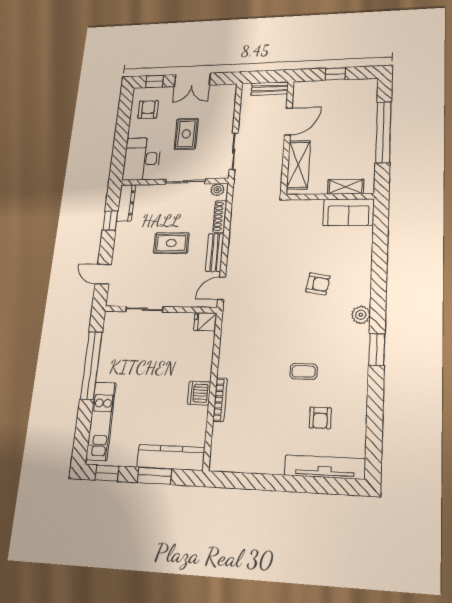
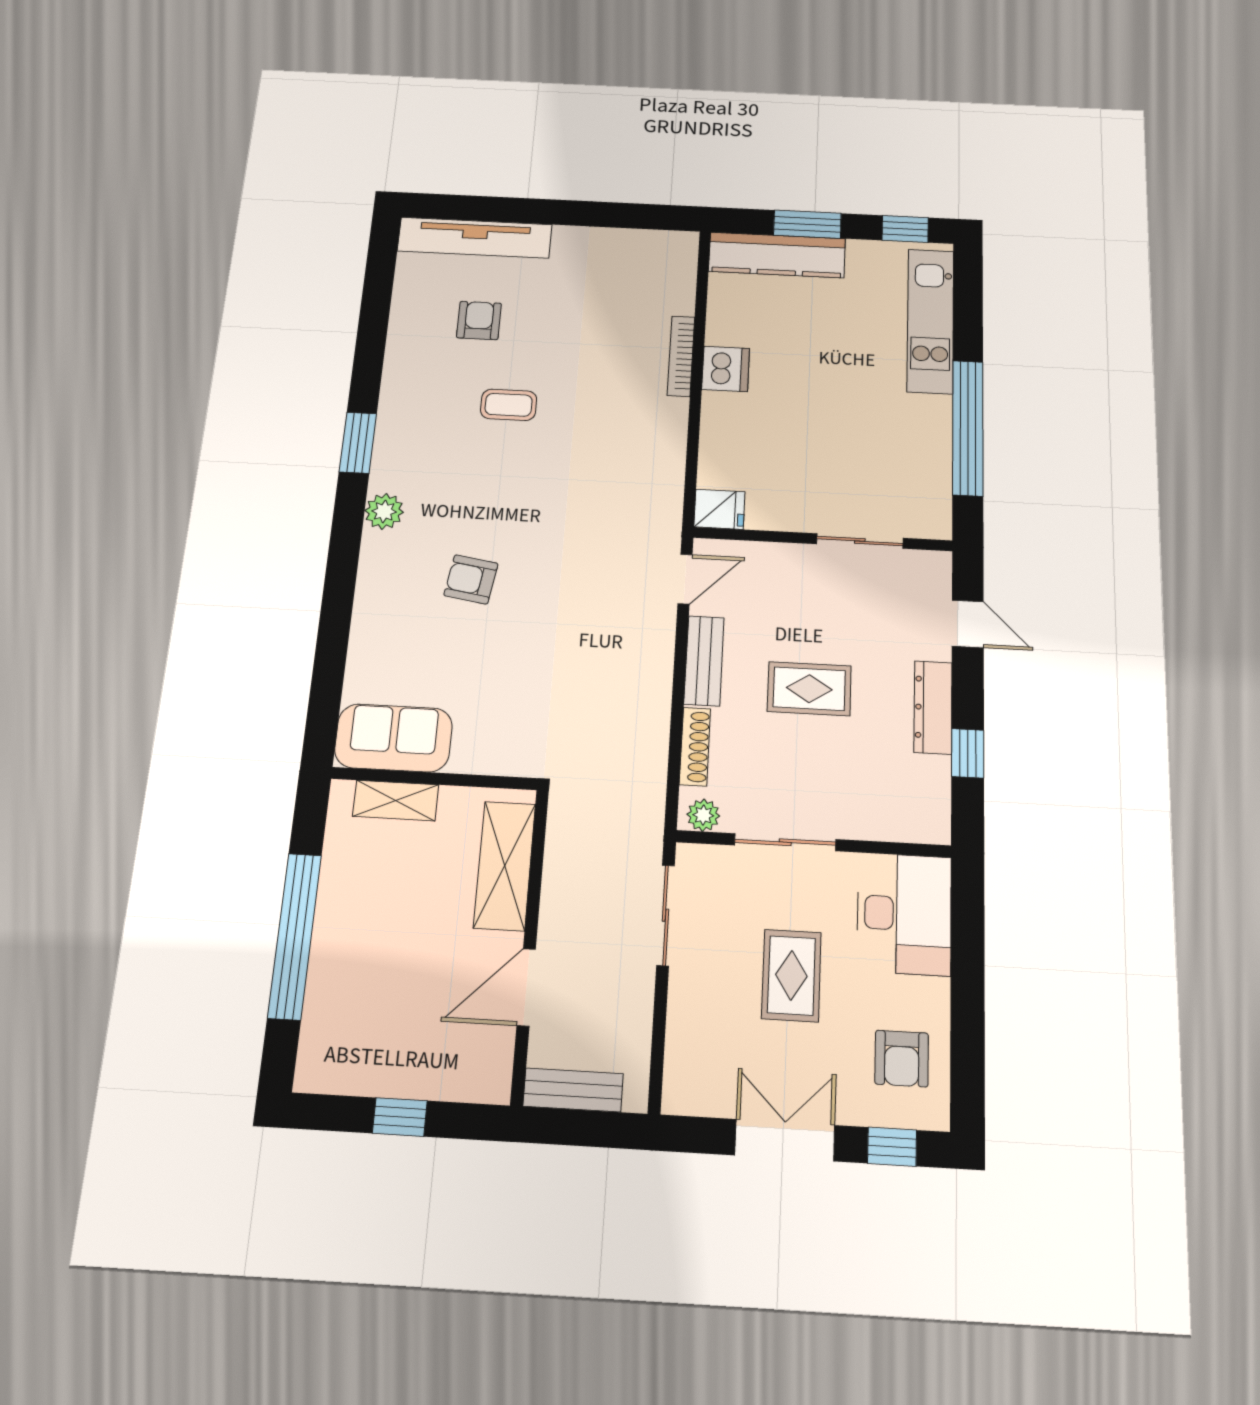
dresser: (126, 203) -> (933, 707), moved

